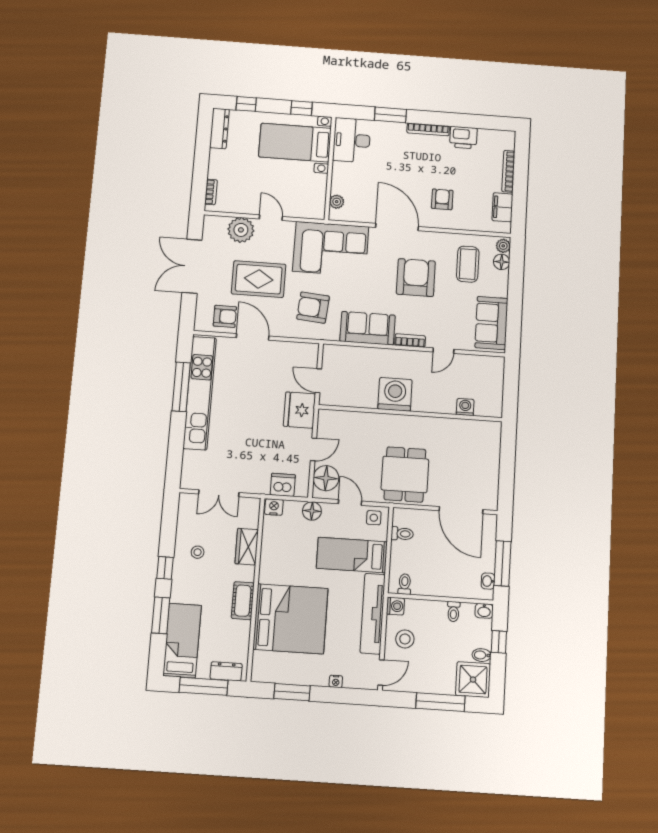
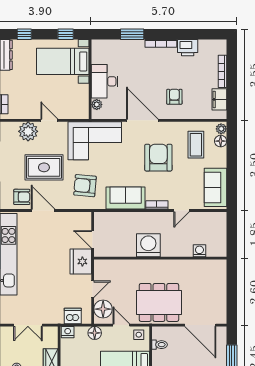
desk: (352, 140) -> (105, 81), moved
dining table: (405, 474) -> (159, 302), width x1.38

